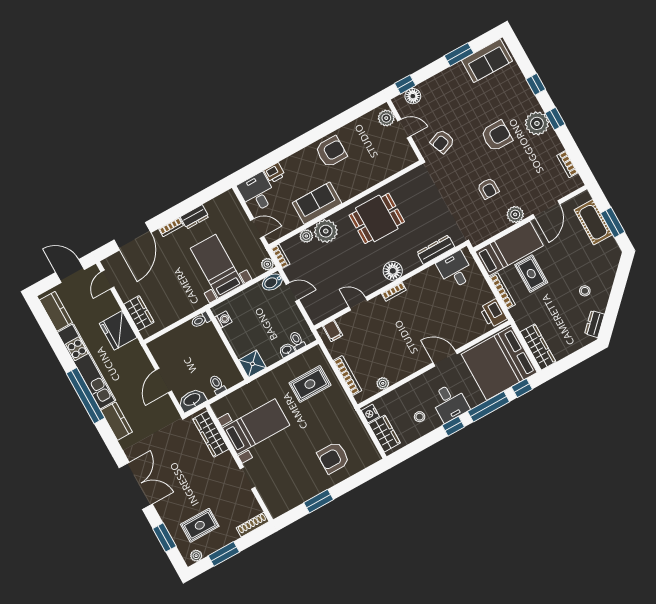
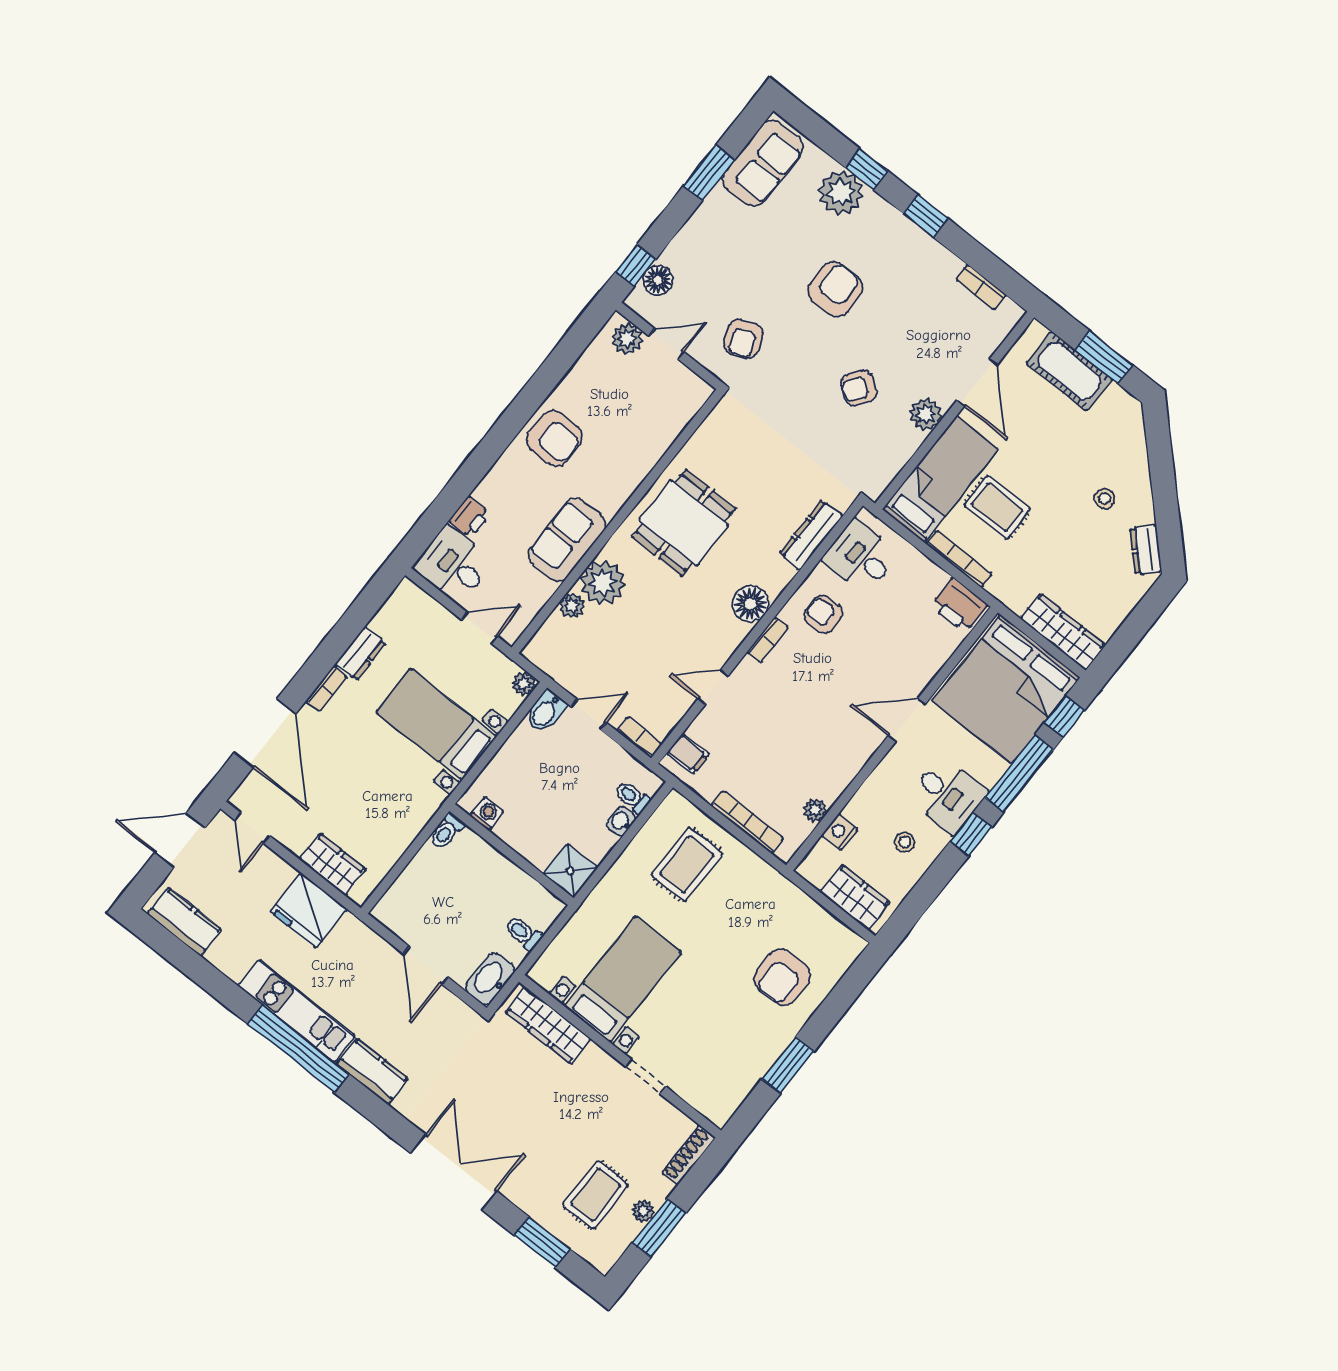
plant: (537, 123) -> (841, 193), moved
armchair: (331, 152) -> (554, 438), turned 90
armchair: (488, 188) -> (859, 388), turned 125
bookcase: (281, 256) -> (639, 738), moved
armchair: (426, 291) -> (824, 614), added
kitchen unit: (87, 366) -> (297, 1011), width x0.73
nightstand: (370, 413) -> (840, 832), moved, turned 90
plant: (196, 556) -> (643, 1211), moved

